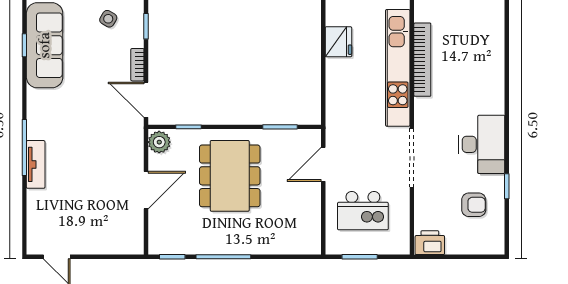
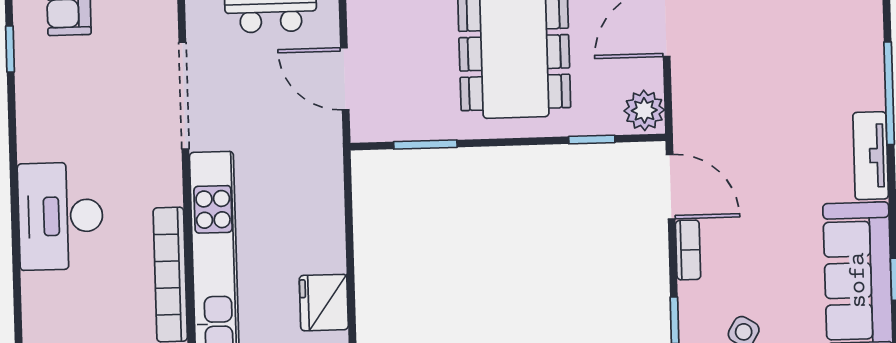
desk: (482, 144) -> (61, 216), moved
tv unit: (36, 164) -> (871, 156), moved
door: (323, 164) -> (345, 79), swing flipped

